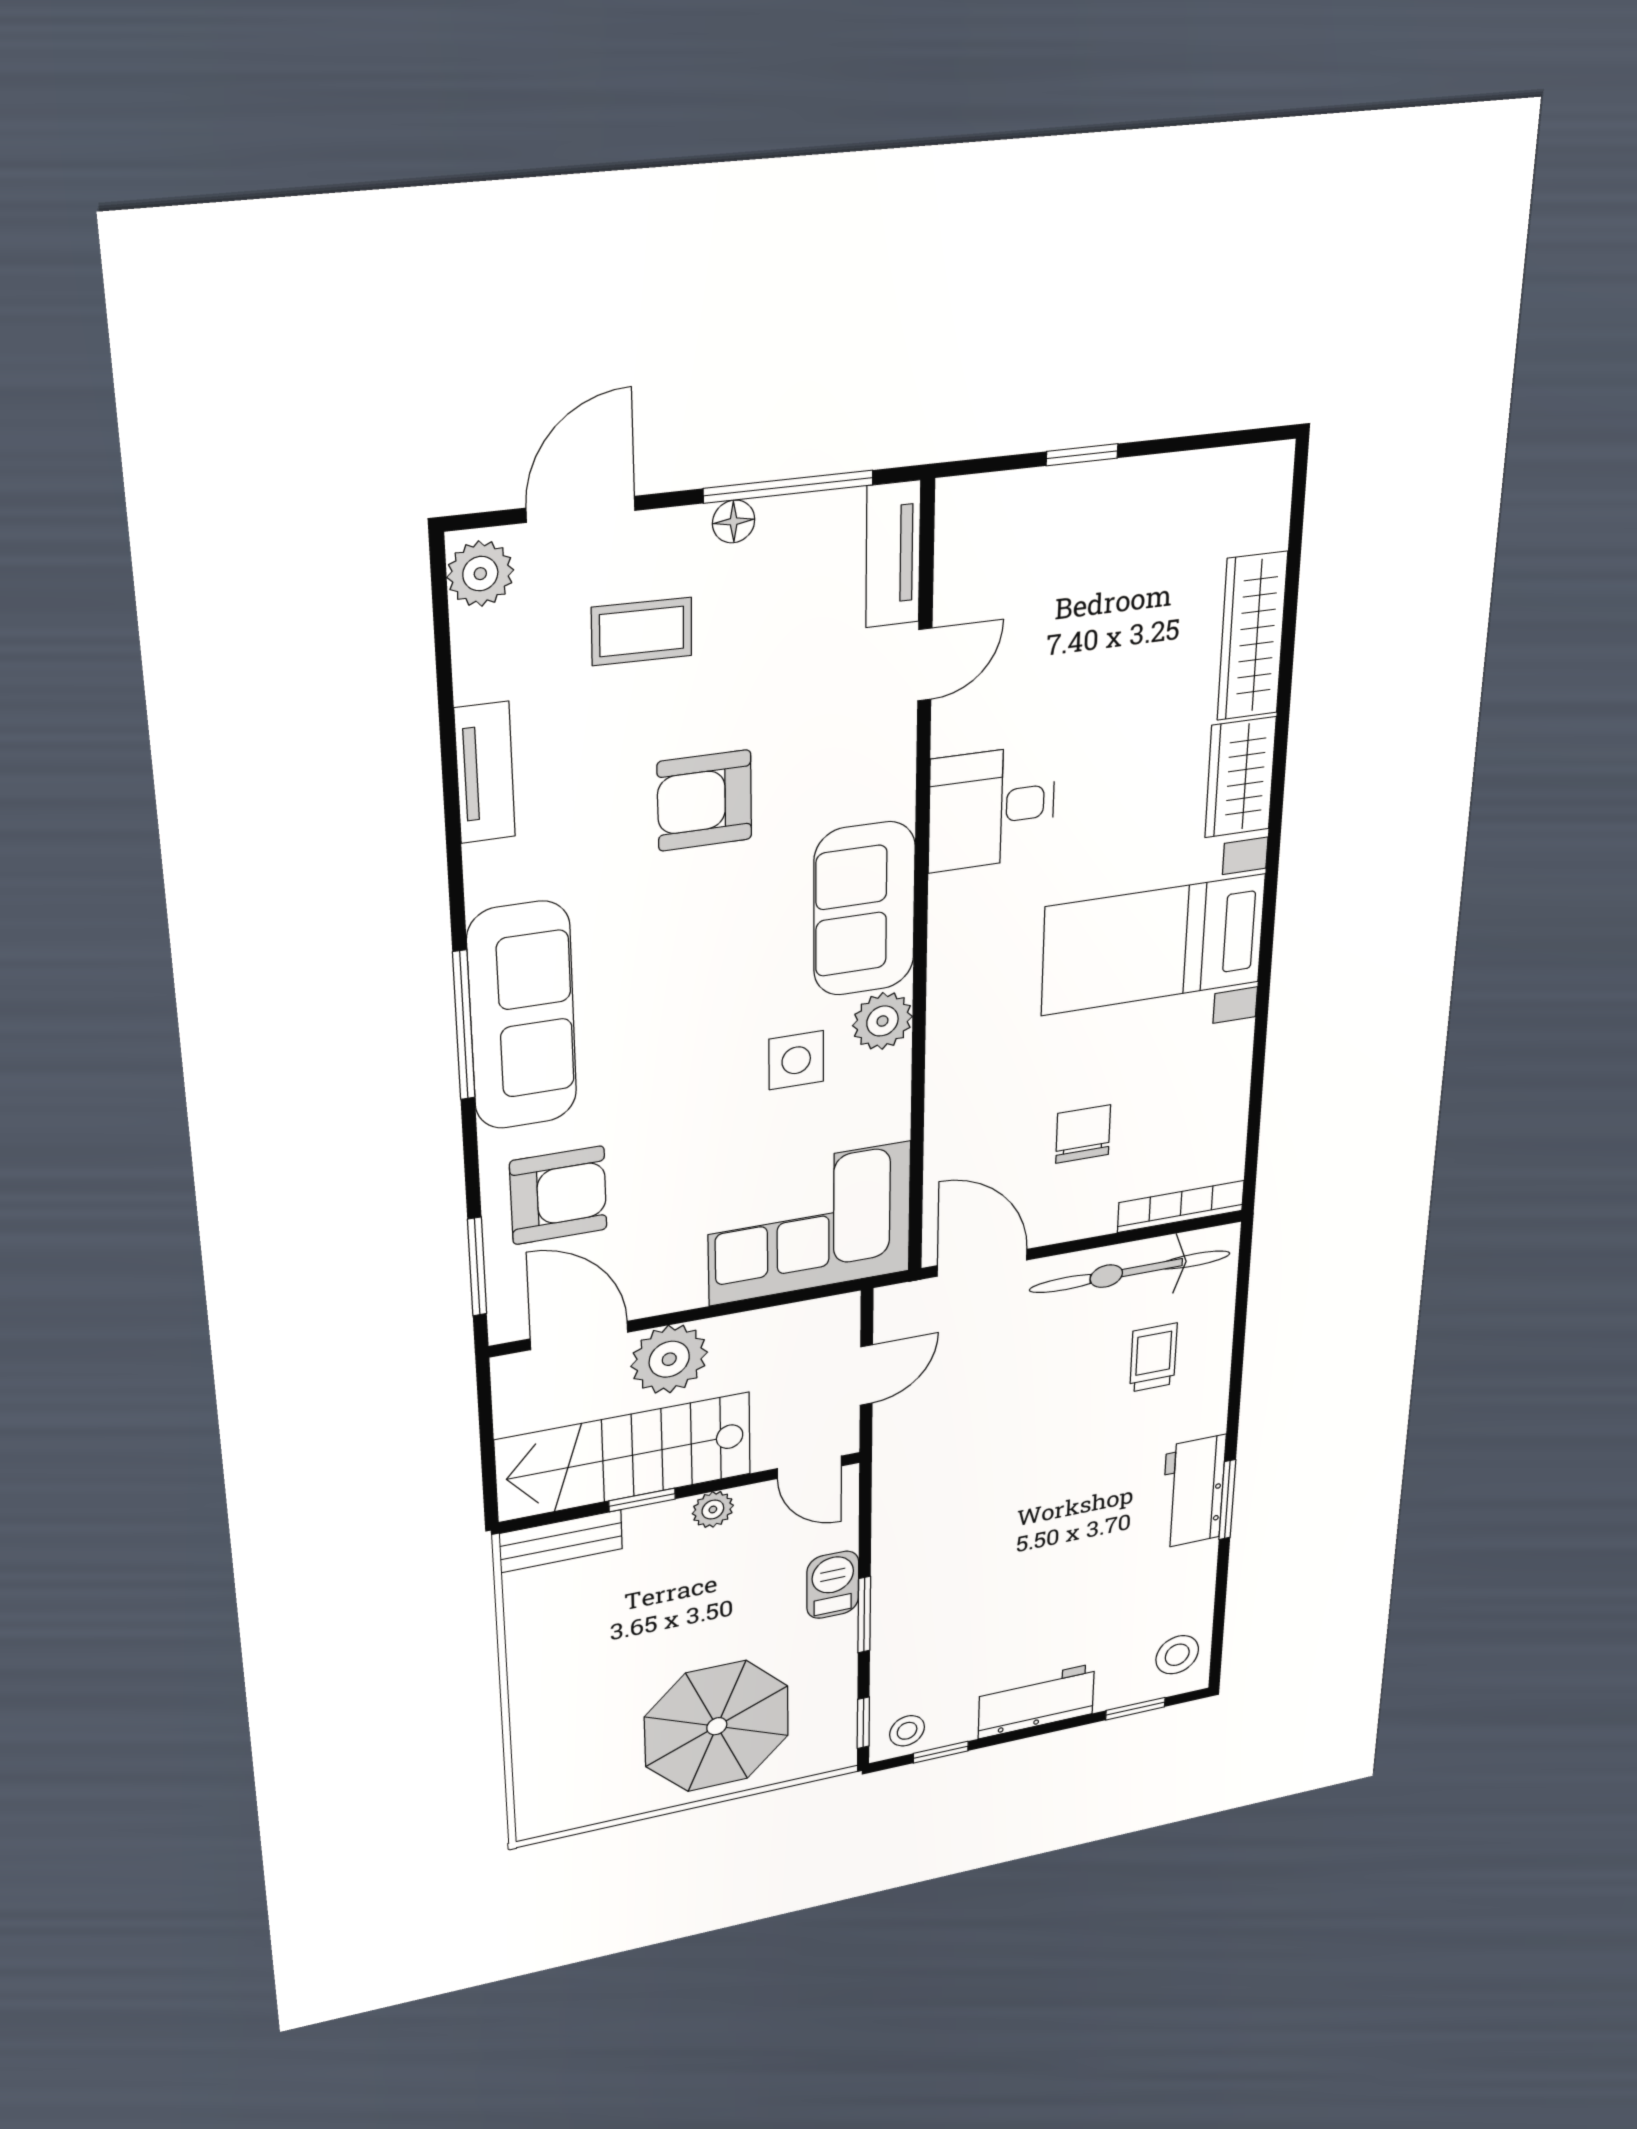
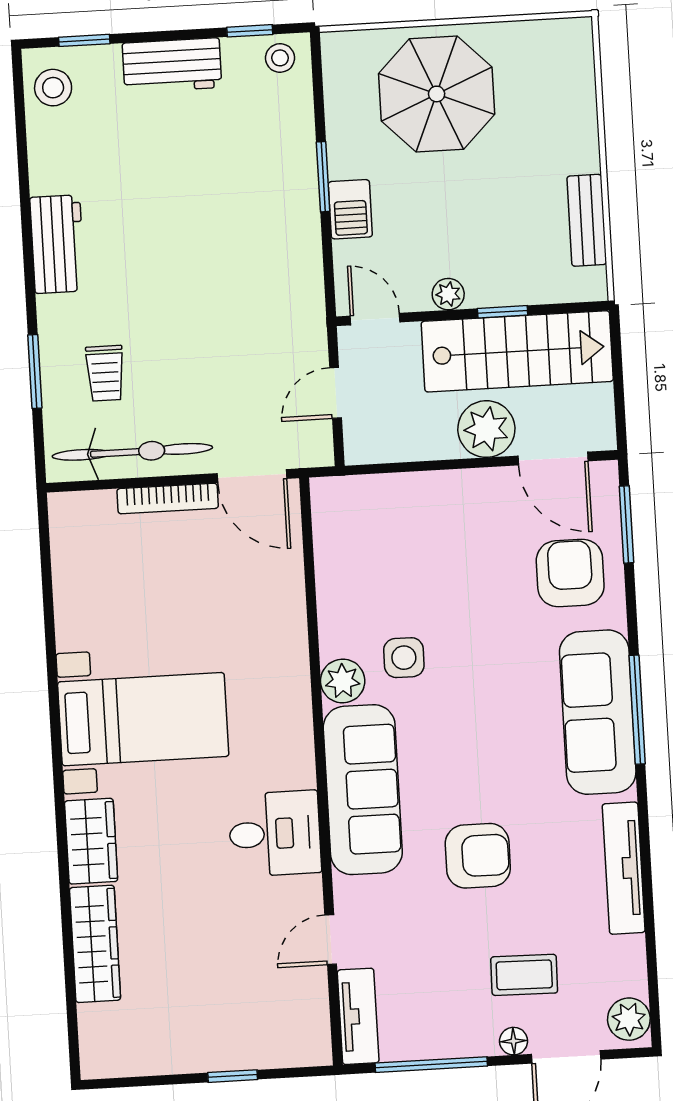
floor lamp: (734, 521) -> (514, 1041), moved
tv unit: (485, 773) -> (624, 868), width x1.41
sofa: (864, 909) -> (363, 790), width x1.36
chair: (1083, 1134) -> (182, 573), removed
armchair: (558, 1195) -> (570, 573), turned 90
bookcase: (1181, 1206) -> (168, 498), moved
corner sofa: (810, 1223) -> (387, 527), removed
window: (1227, 1500) -> (35, 371), moved
bench: (561, 1541) -> (587, 220), moved, turned 90
window: (863, 1723) -> (317, 73), removed

